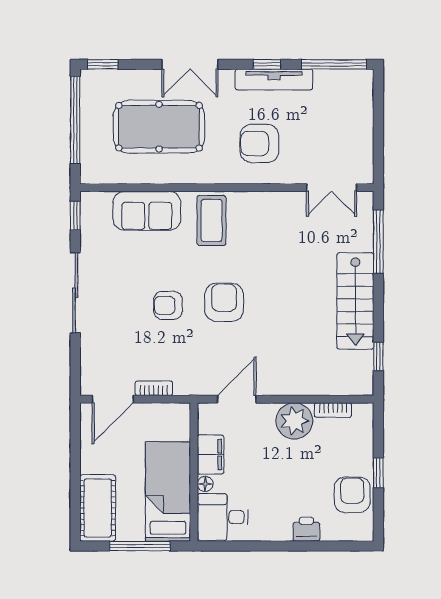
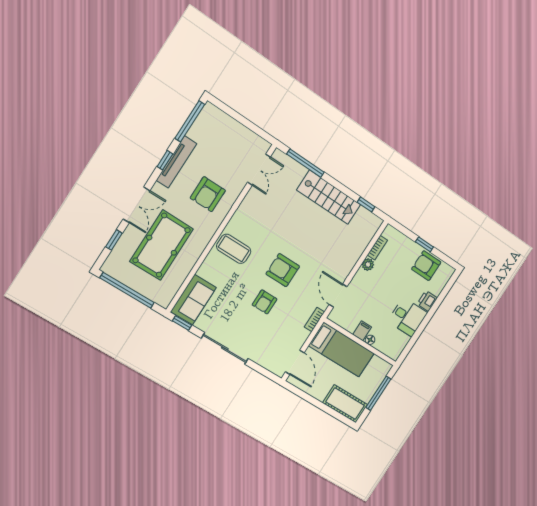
window: (103, 64) -> (114, 240), moved
sofa: (147, 211) -> (193, 300), moved
bookcase: (154, 388) -> (315, 320), moved
plant: (294, 421) -> (368, 265), width x0.53, depth x0.53
filing cabinet: (211, 455) -> (362, 331), width x0.50
bed: (168, 491) -> (341, 350), moved, turned 180
desk: (223, 517) -> (407, 317), moved, turned -90

